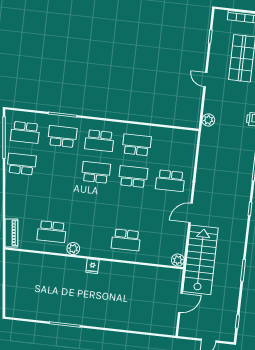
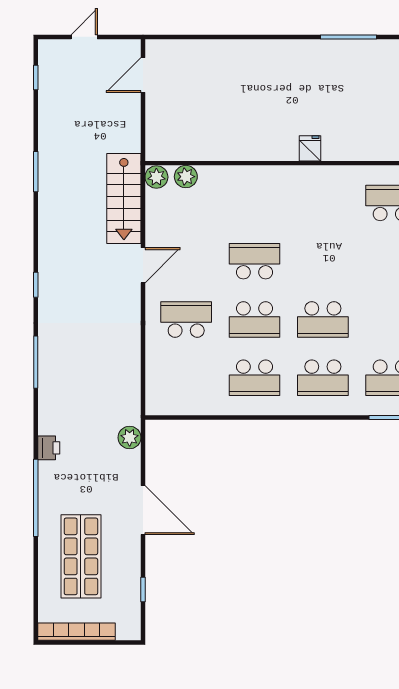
door: (205, 80) -> (143, 510), width x1.87
school desk: (99, 141) -> (323, 378), turned 180
school desk: (126, 240) -> (255, 261), moved
plant: (73, 249) -> (186, 177), moved
stairs: (200, 260) -> (124, 198), width x0.73, depth x0.66
door: (180, 303) -> (143, 75), moved

